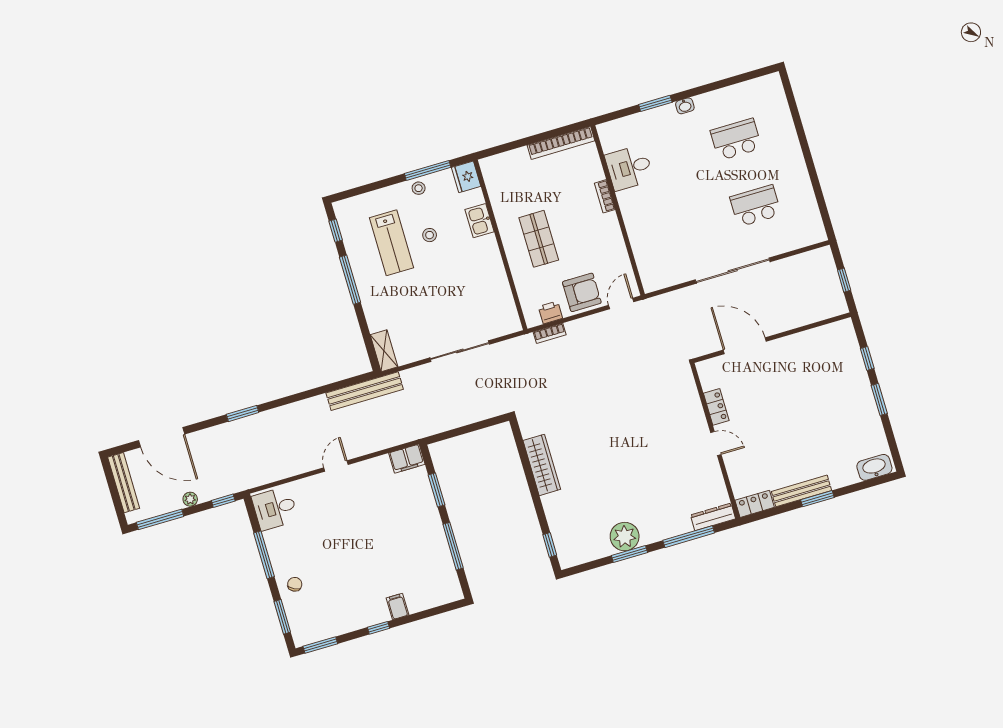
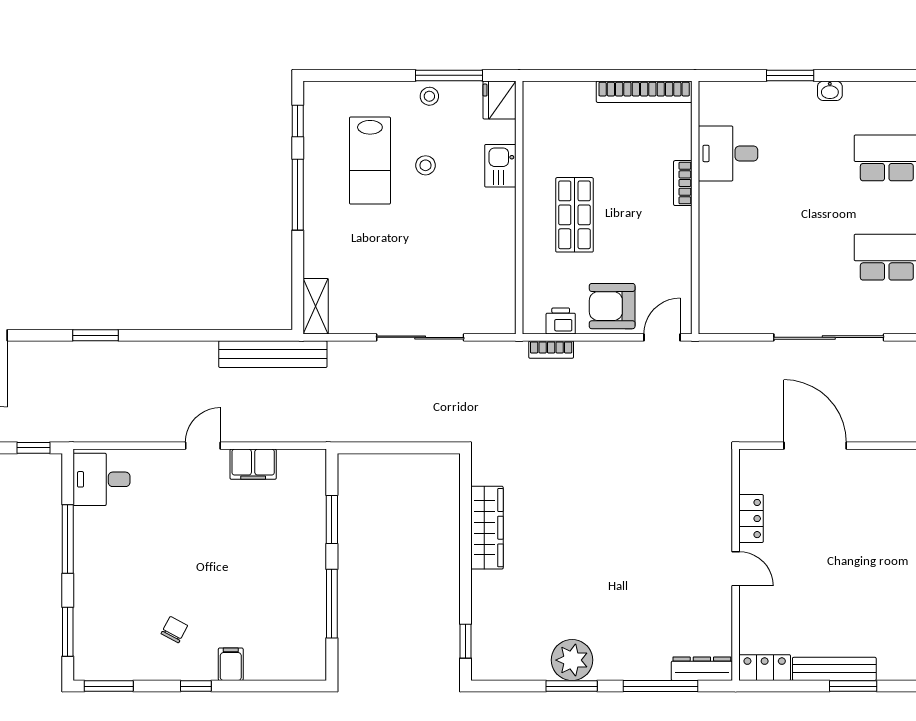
armchair: (582, 292) -> (612, 306), turned 180
filing cabinet: (407, 459) -> (253, 464), moved
chair: (295, 584) -> (174, 630), moved

